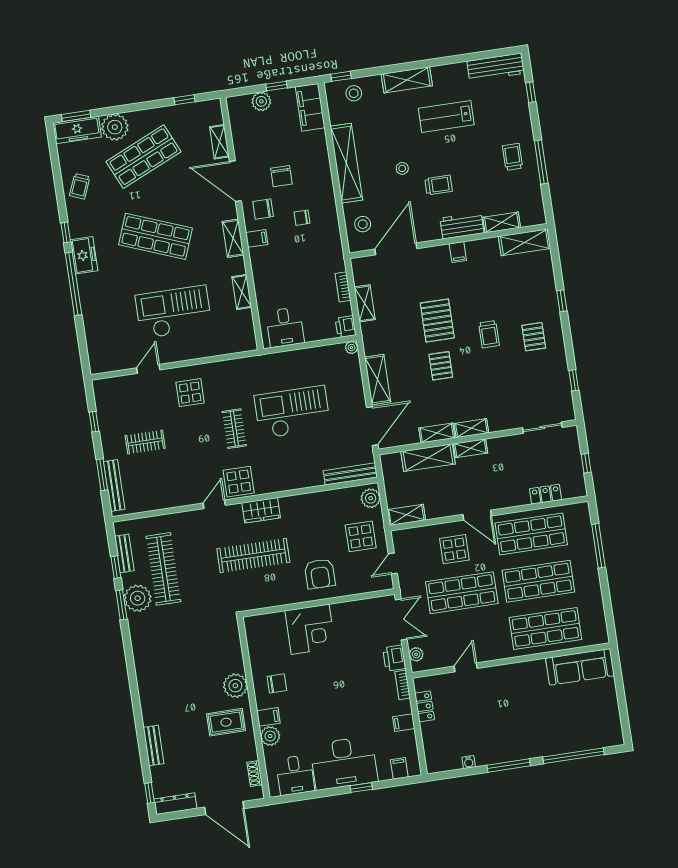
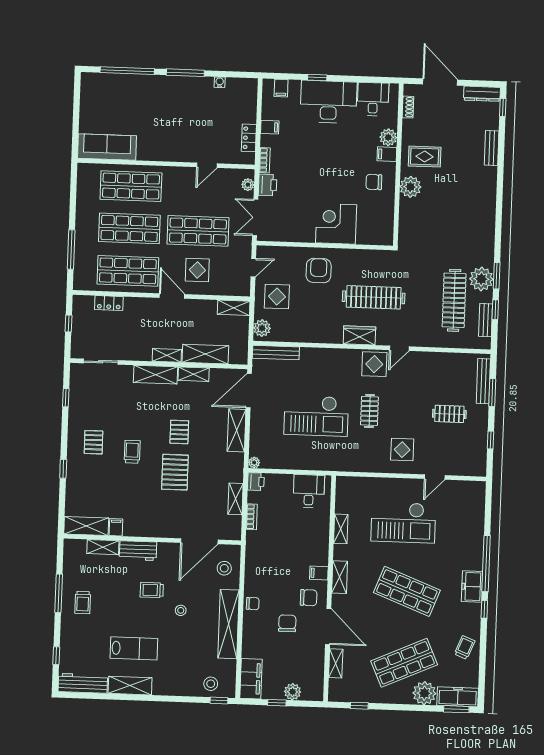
shelving: (407, 80) -> (130, 686), moved
chair: (302, 218) -> (253, 604), moved
filing cabinet: (458, 252) -> (116, 527), moved
shelving: (471, 428) -> (155, 375), width x1.50, depth x1.33

